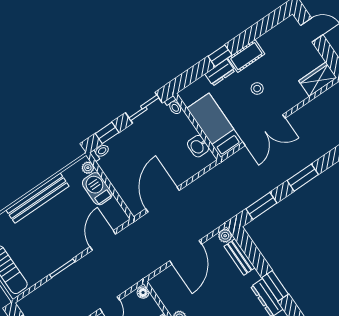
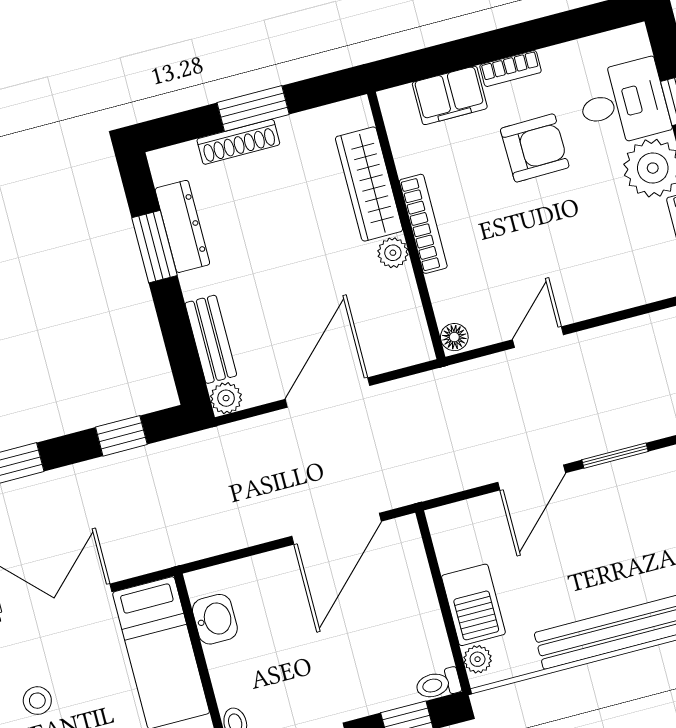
window: (261, 206) -> (121, 436), width x0.67
door: (103, 240) -> (532, 478), moved

